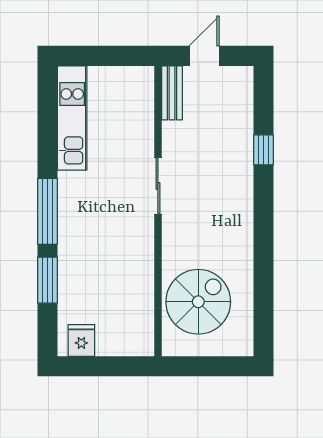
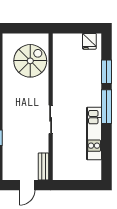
kitchen unit: (72, 118) -> (94, 133), moved
spiral stairs: (198, 302) -> (30, 61), turned 180

